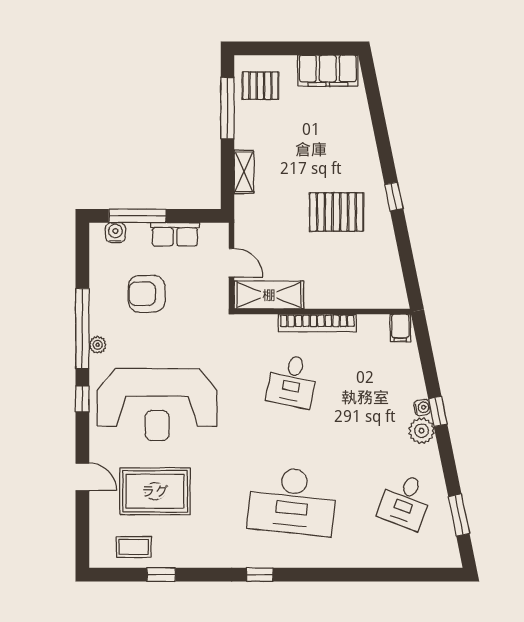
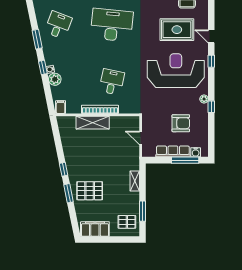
window: (228, 108) -> (142, 211), width x0.69
window: (384, 146) -> (68, 193), added
pallet: (336, 212) -> (90, 191), moved
row of seats: (175, 234) -> (173, 151), width x1.48
shelving: (269, 295) -> (93, 123), moved
window: (82, 329) -> (211, 107), width x0.32
window: (82, 399) -> (211, 61), moved
plant: (422, 431) -> (55, 79), moved
window: (459, 515) -> (37, 39), moved

